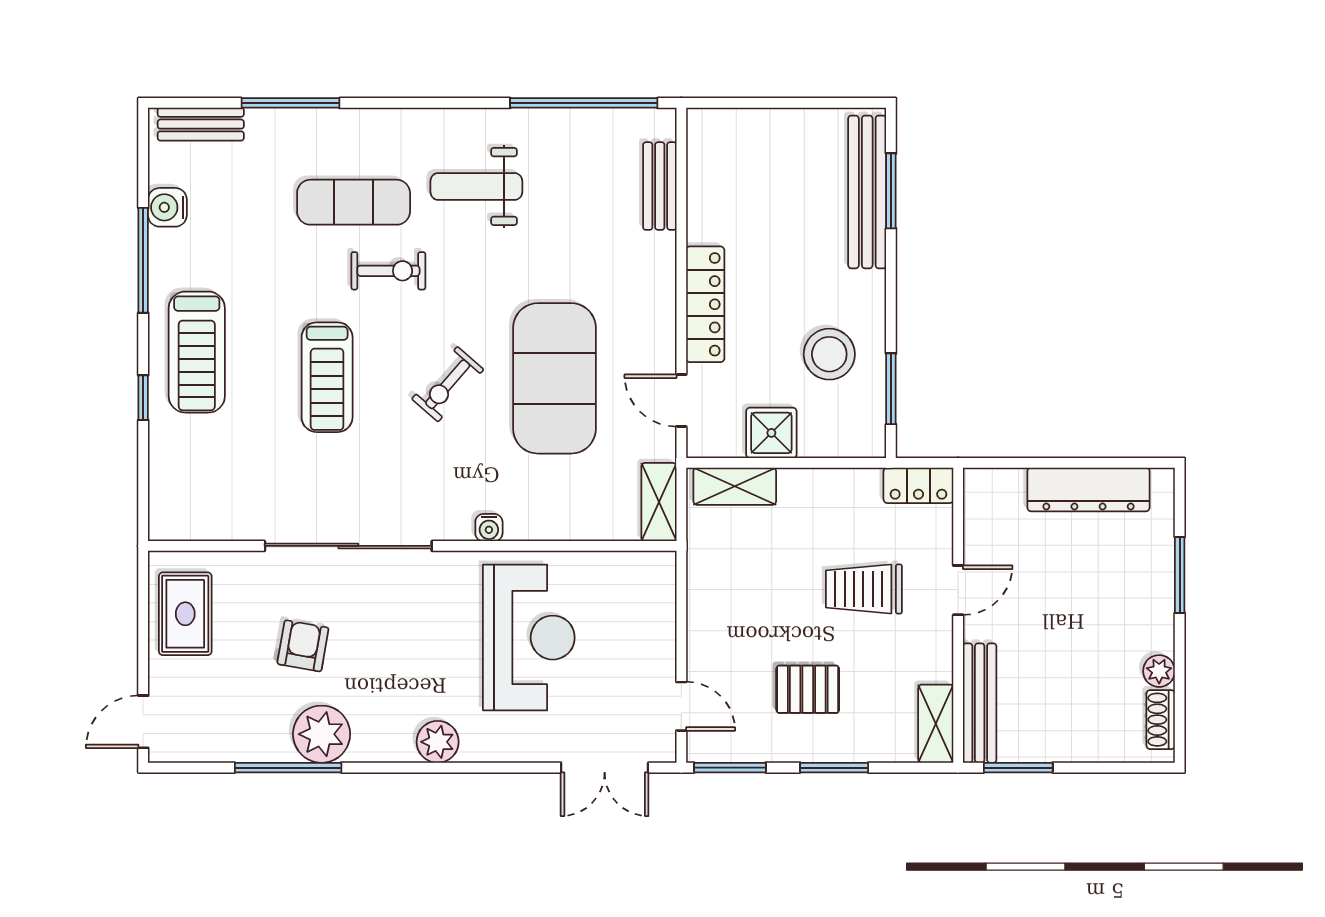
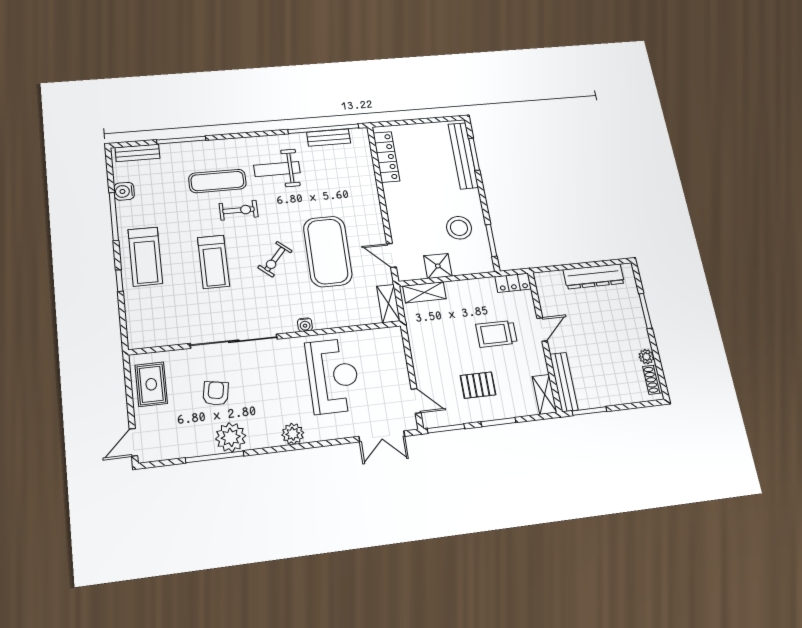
bench: (660, 186) -> (329, 138), moved, turned 90
locker: (705, 304) -> (386, 157), moved

